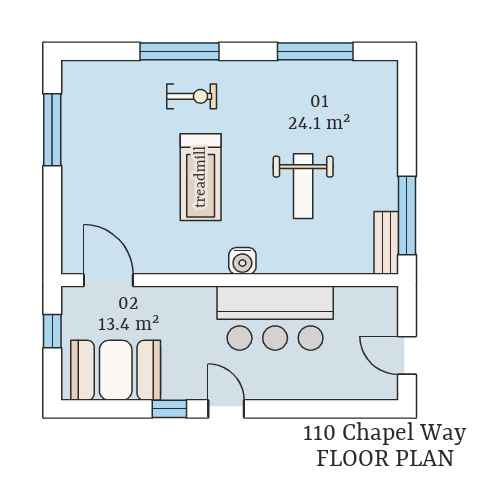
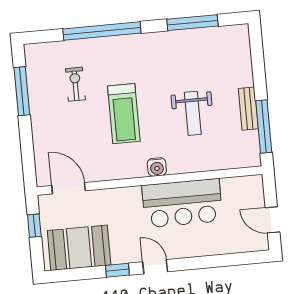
window: (180, 51) -> (102, 31), width x1.46
exercise bike: (192, 96) -> (75, 84), moved, turned -90
bench: (386, 243) -> (248, 109), moved

